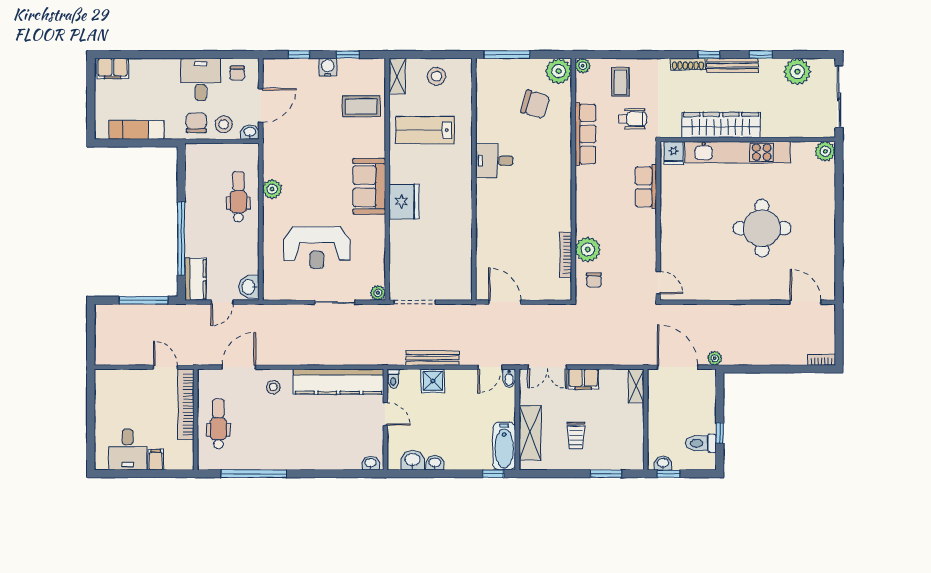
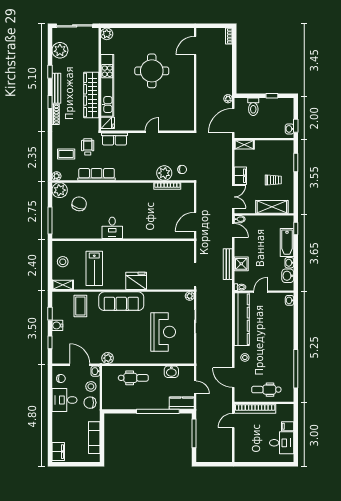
sofa: (369, 186) -> (121, 301), width x1.36
row of seats: (646, 187) -> (114, 139), moved
plant: (272, 189) -> (108, 358), moved
dental chair: (238, 197) -> (133, 378), turned 180
door: (658, 283) -> (152, 132), moved
washbasin: (249, 287) -> (171, 372), moved
toilet: (701, 443) -> (253, 107), moved
bathtub: (504, 446) -> (287, 242), moved, turned 90

